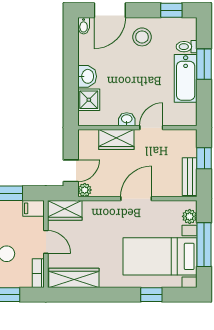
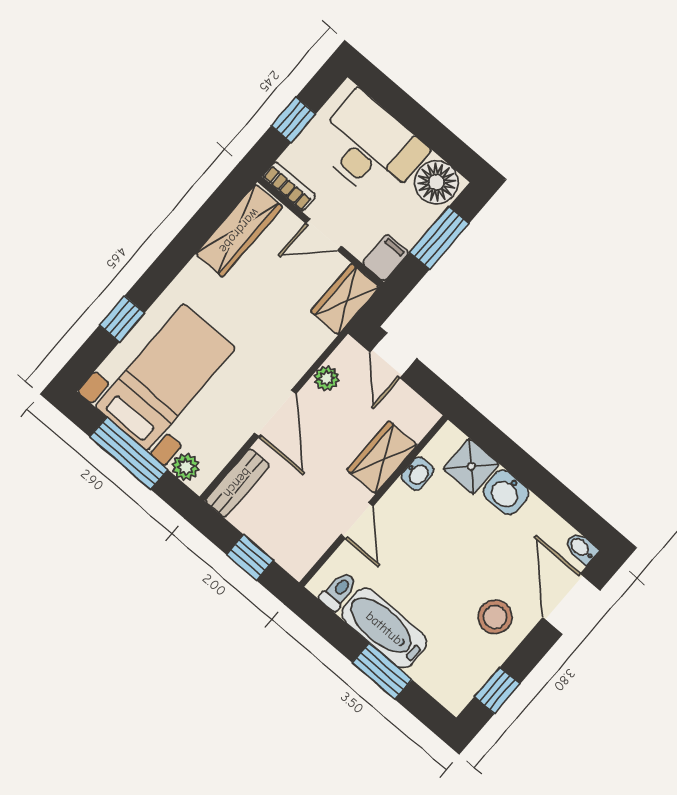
toilet: (187, 47) -> (338, 591), moved
washbasin: (127, 119) -> (418, 474), moved
bench: (190, 177) -> (237, 483), moved, turned 90
plant: (85, 190) -> (327, 378), moved

